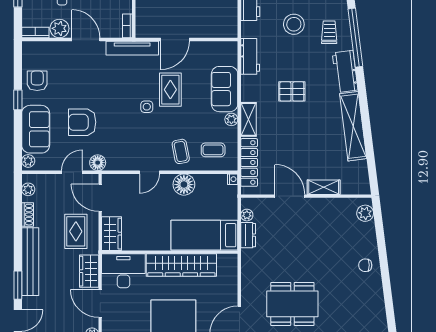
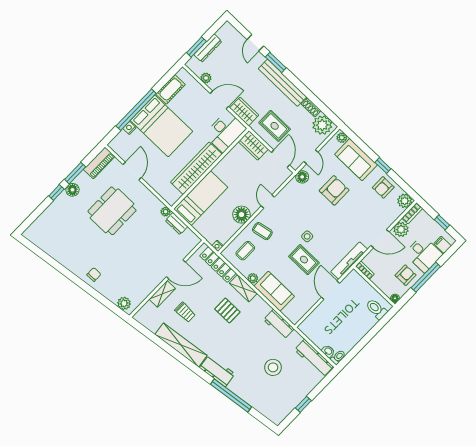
trolley: (329, 32) -> (185, 312), moved
plant: (31, 50) -> (405, 201), added
armchair: (37, 81) -> (383, 187), turned 90
pallet: (292, 91) -> (227, 310), moved, turned 90
plant: (28, 189) -> (322, 125), width x1.87, depth x1.87
door: (100, 198) -> (281, 159), hinge flipped
plant: (247, 215) -> (166, 212), moved

